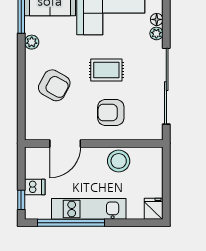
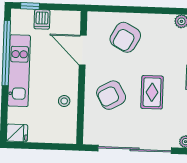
armchair: (54, 85) -> (125, 37), moved
armchair: (111, 113) -> (111, 95), turned -119
stool: (119, 161) -> (64, 101), width x0.53, depth x0.53

